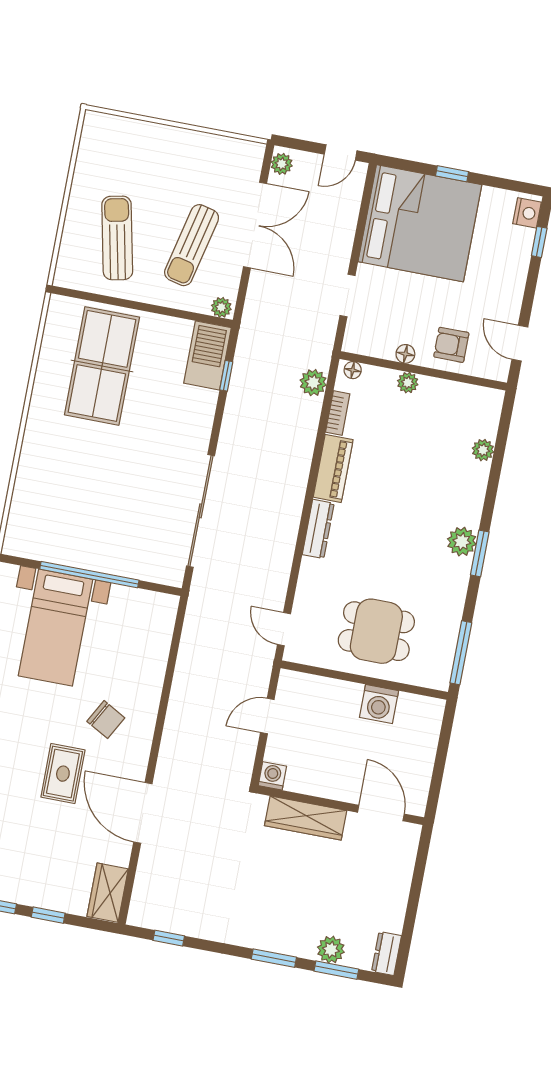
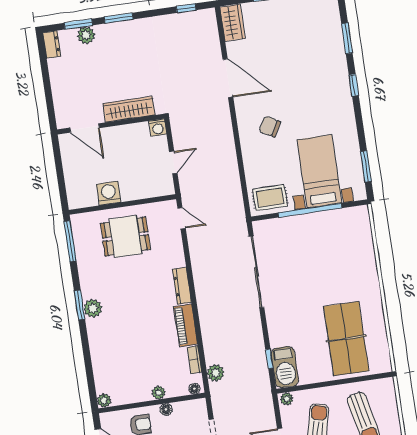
plant: (483, 450) -> (104, 400), moved
rug: (63, 774) -> (270, 198), moved, turned 90

